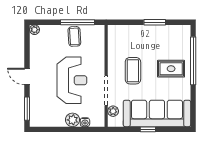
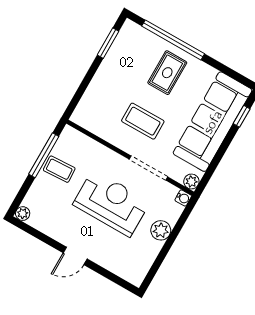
window: (155, 22) -> (108, 43), moved
window: (27, 109) -> (115, 279), removed
plant: (113, 111) -> (191, 182), moved
water cooler: (85, 122) -> (183, 198), moved
window: (148, 129) -> (242, 116), moved

